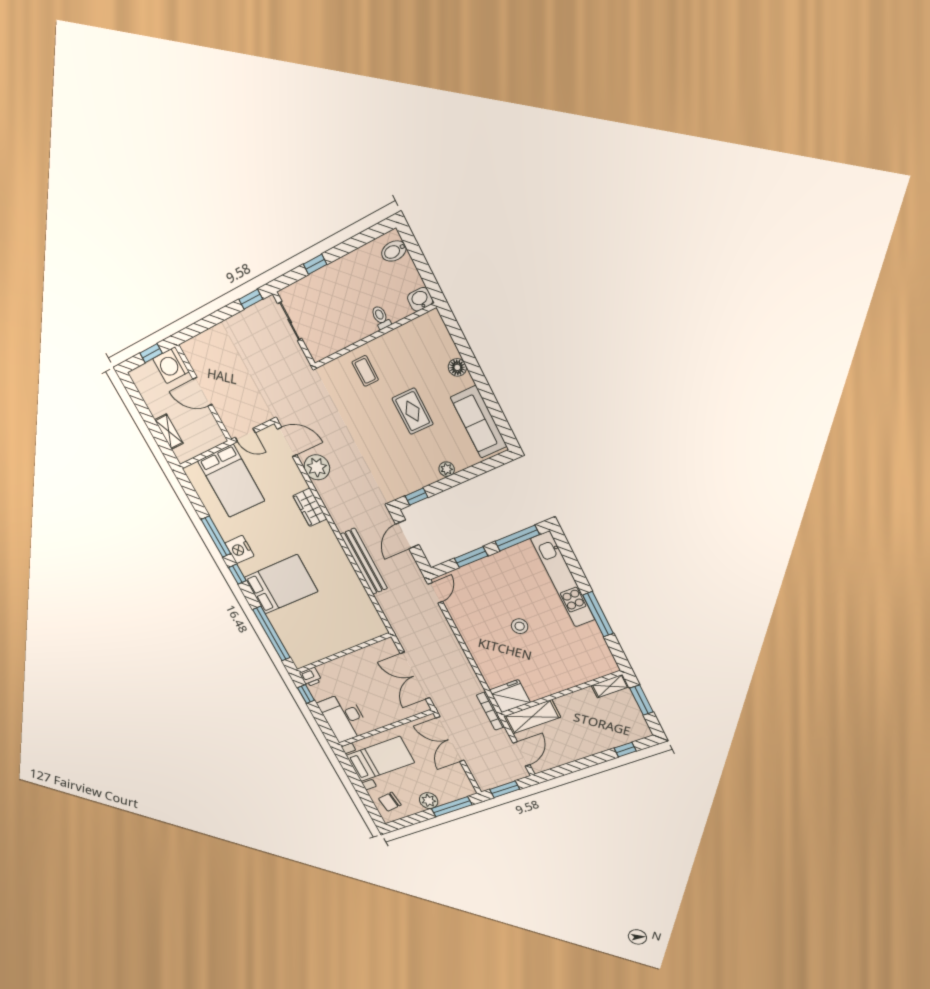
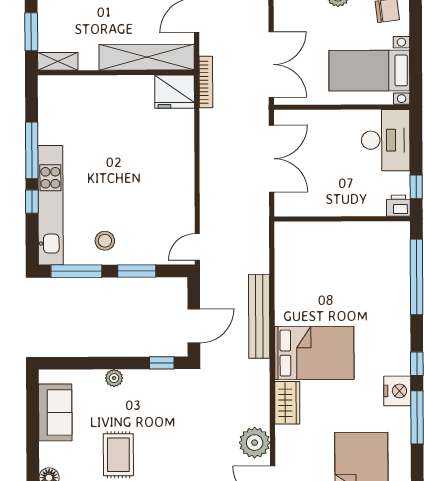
sofa: (479, 422) -> (55, 412), width x0.73
window: (579, 576) -> (32, 202), added
bed: (281, 584) -> (314, 353), moved, turned 180
stool: (520, 626) -> (105, 241), moved
shelving: (532, 717) -> (147, 57), width x1.47

